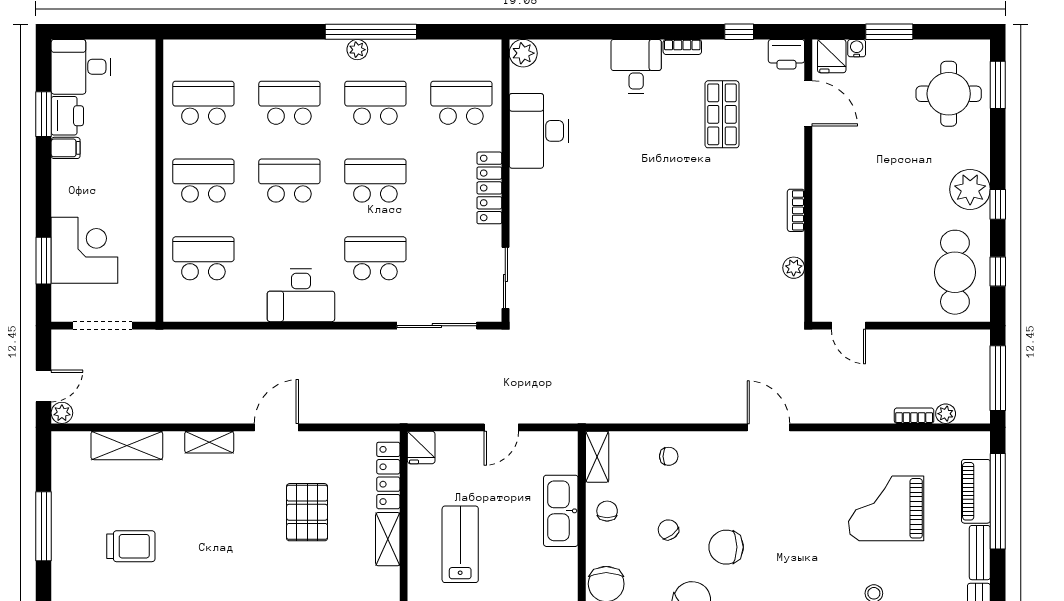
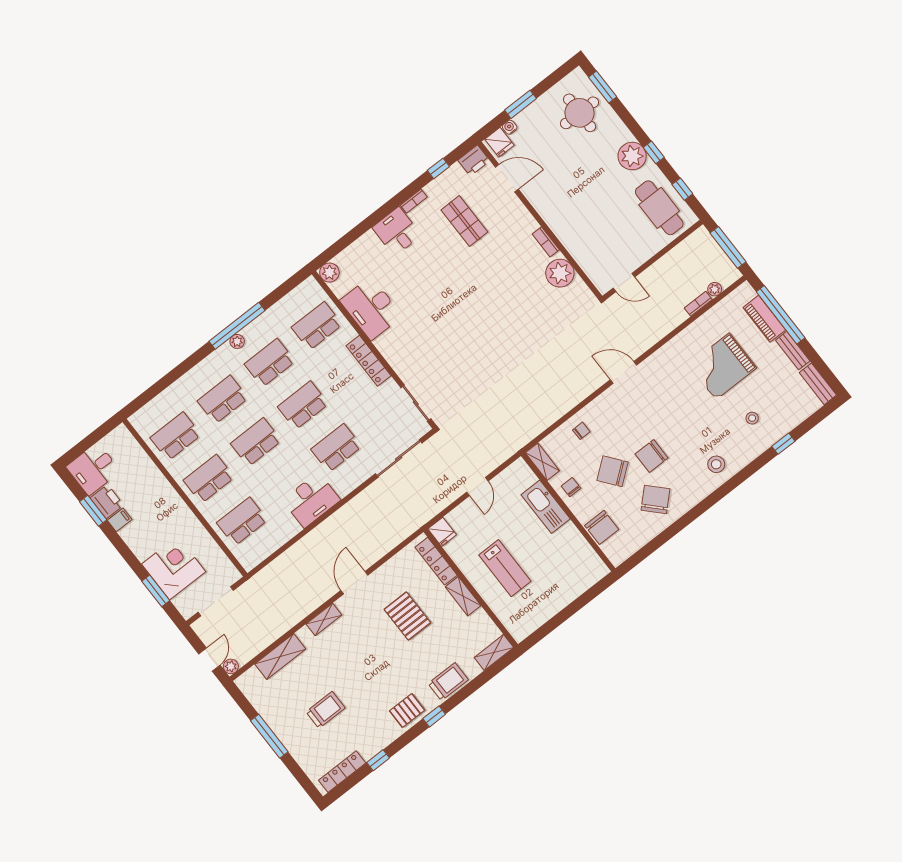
plant: (794, 268) -> (560, 273), width x1.87, depth x1.87
chair: (668, 530) -> (613, 471), width x1.87, depth x1.87
lab bench: (460, 544) -> (505, 568), turned 180

